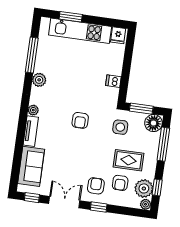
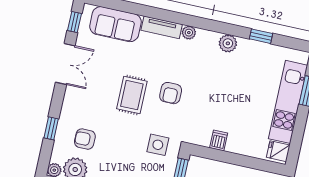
window: (32, 55) -> (261, 36), width x0.46
armchair: (80, 120) -> (171, 93), turned -90
rug: (129, 160) -> (132, 95), moved
armchair: (96, 186) -> (83, 107), removed
window: (99, 207) -> (51, 128), moved

